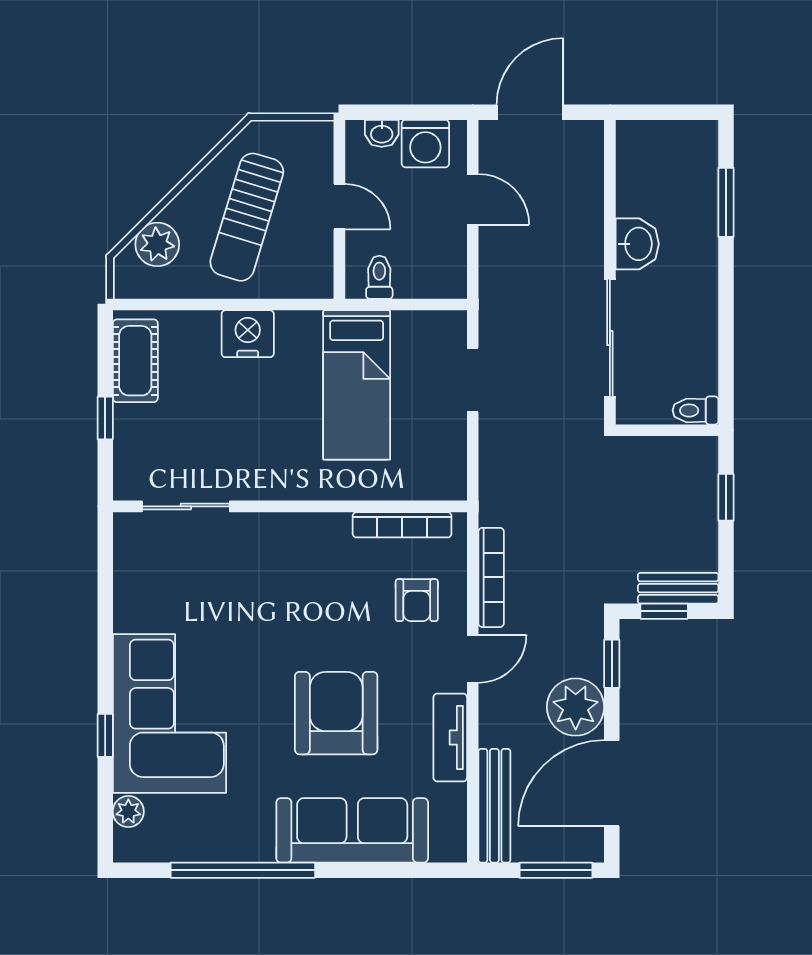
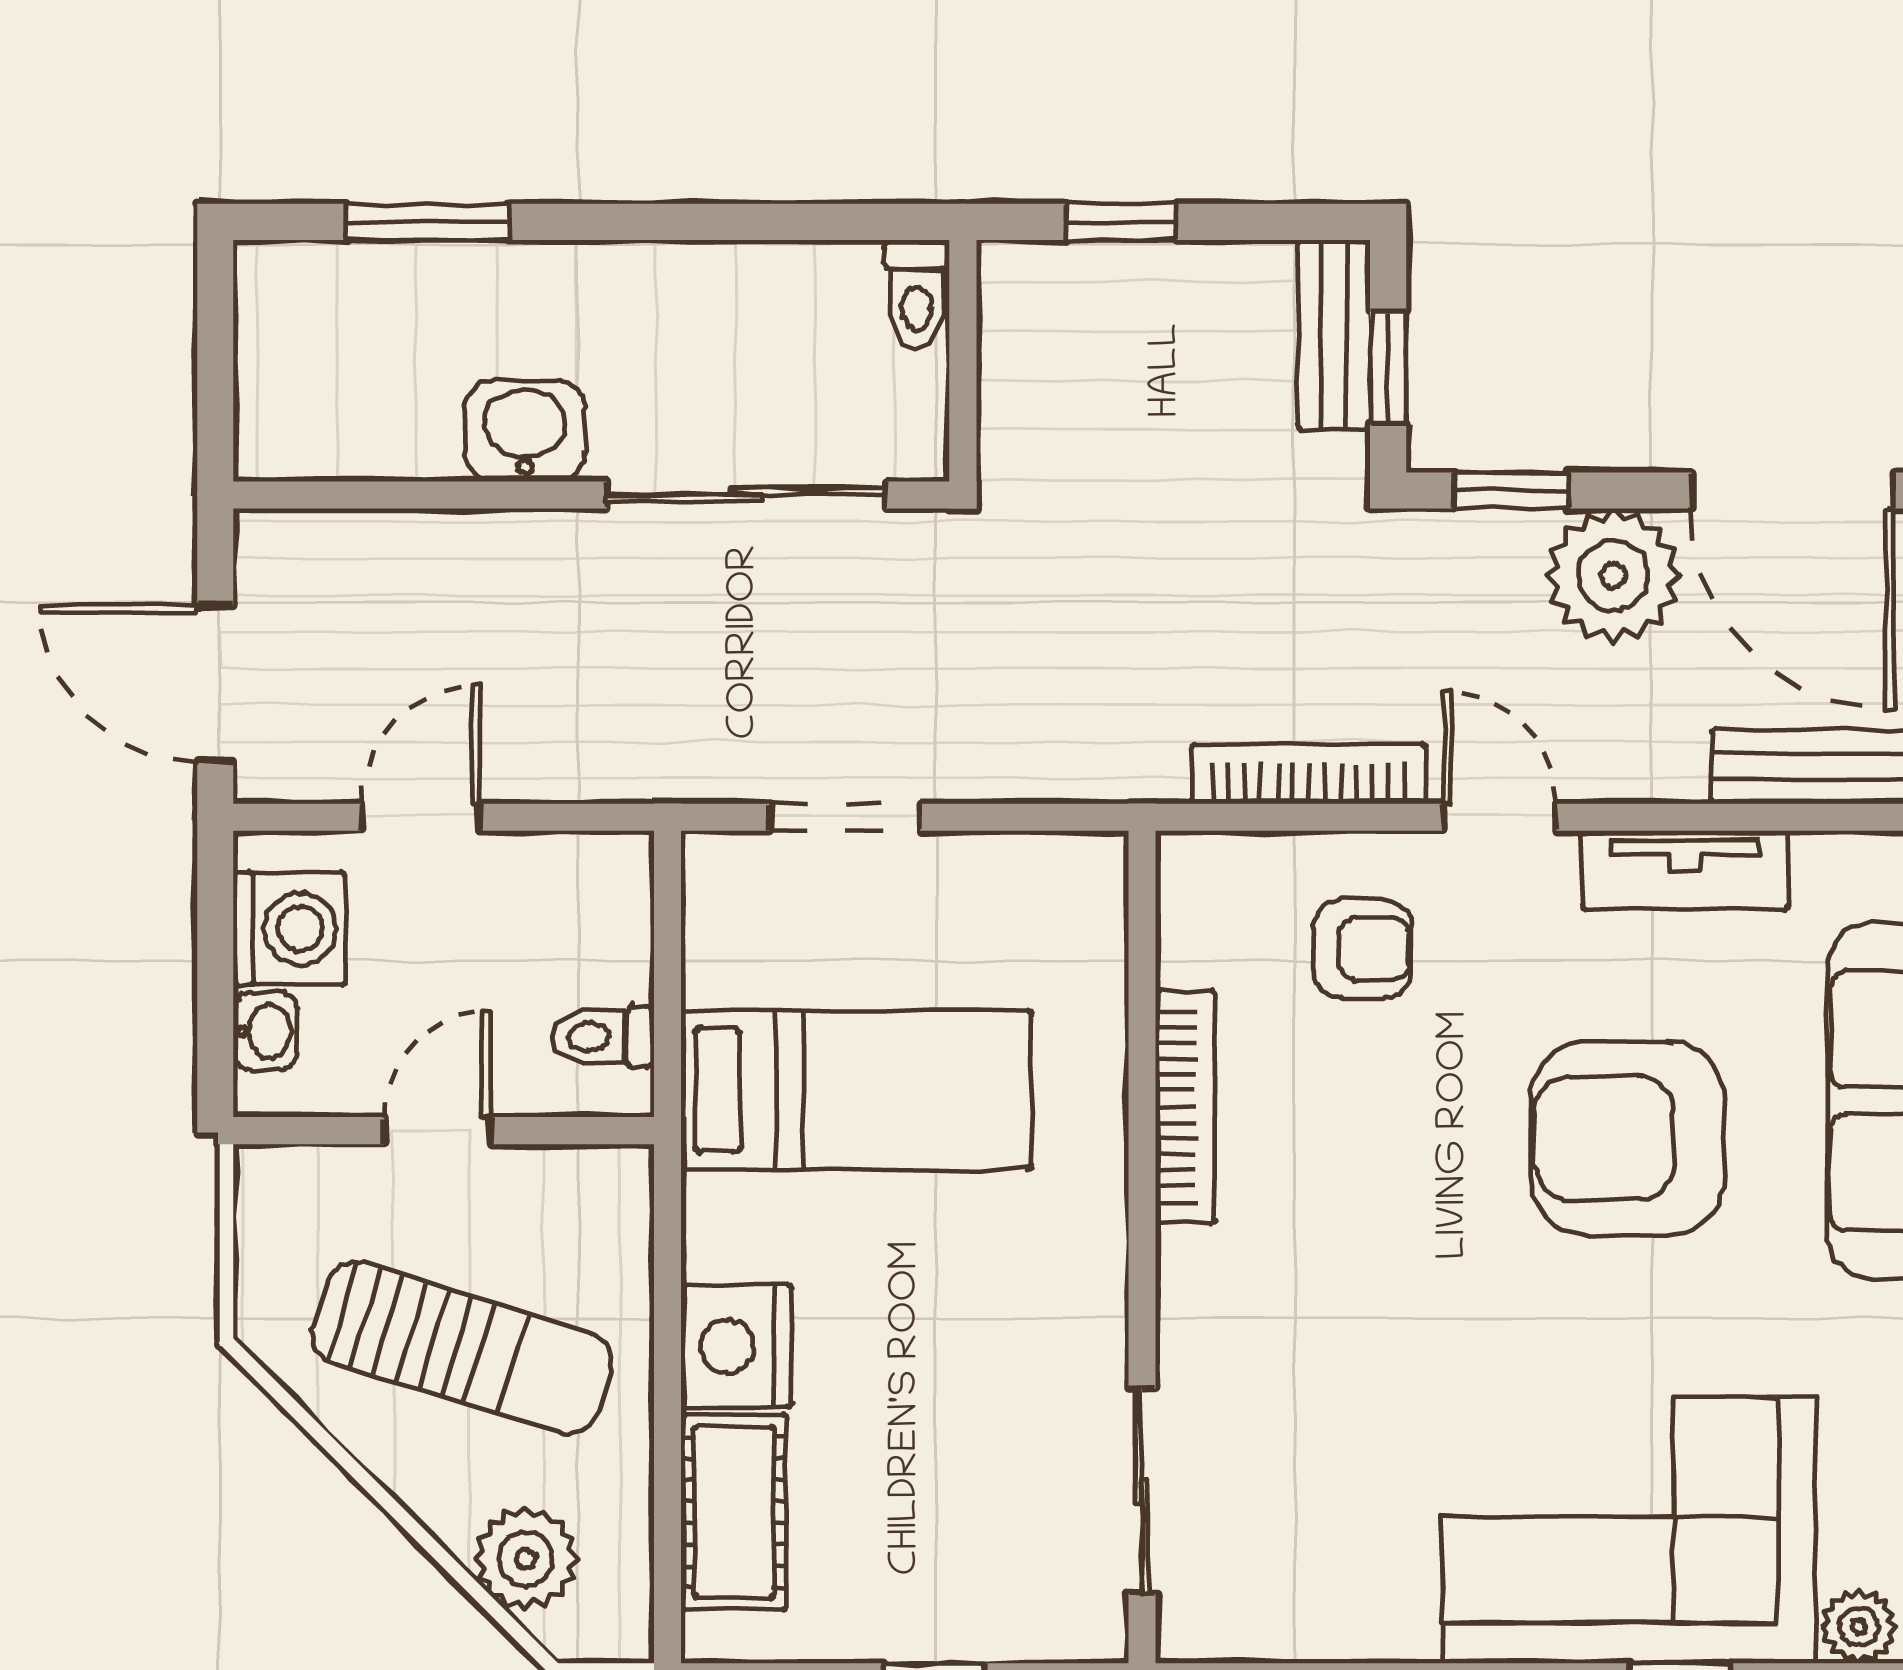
cot: (135, 361) -> (734, 1512), moved, turned 90
bookcase: (402, 525) -> (1185, 1107), moved

